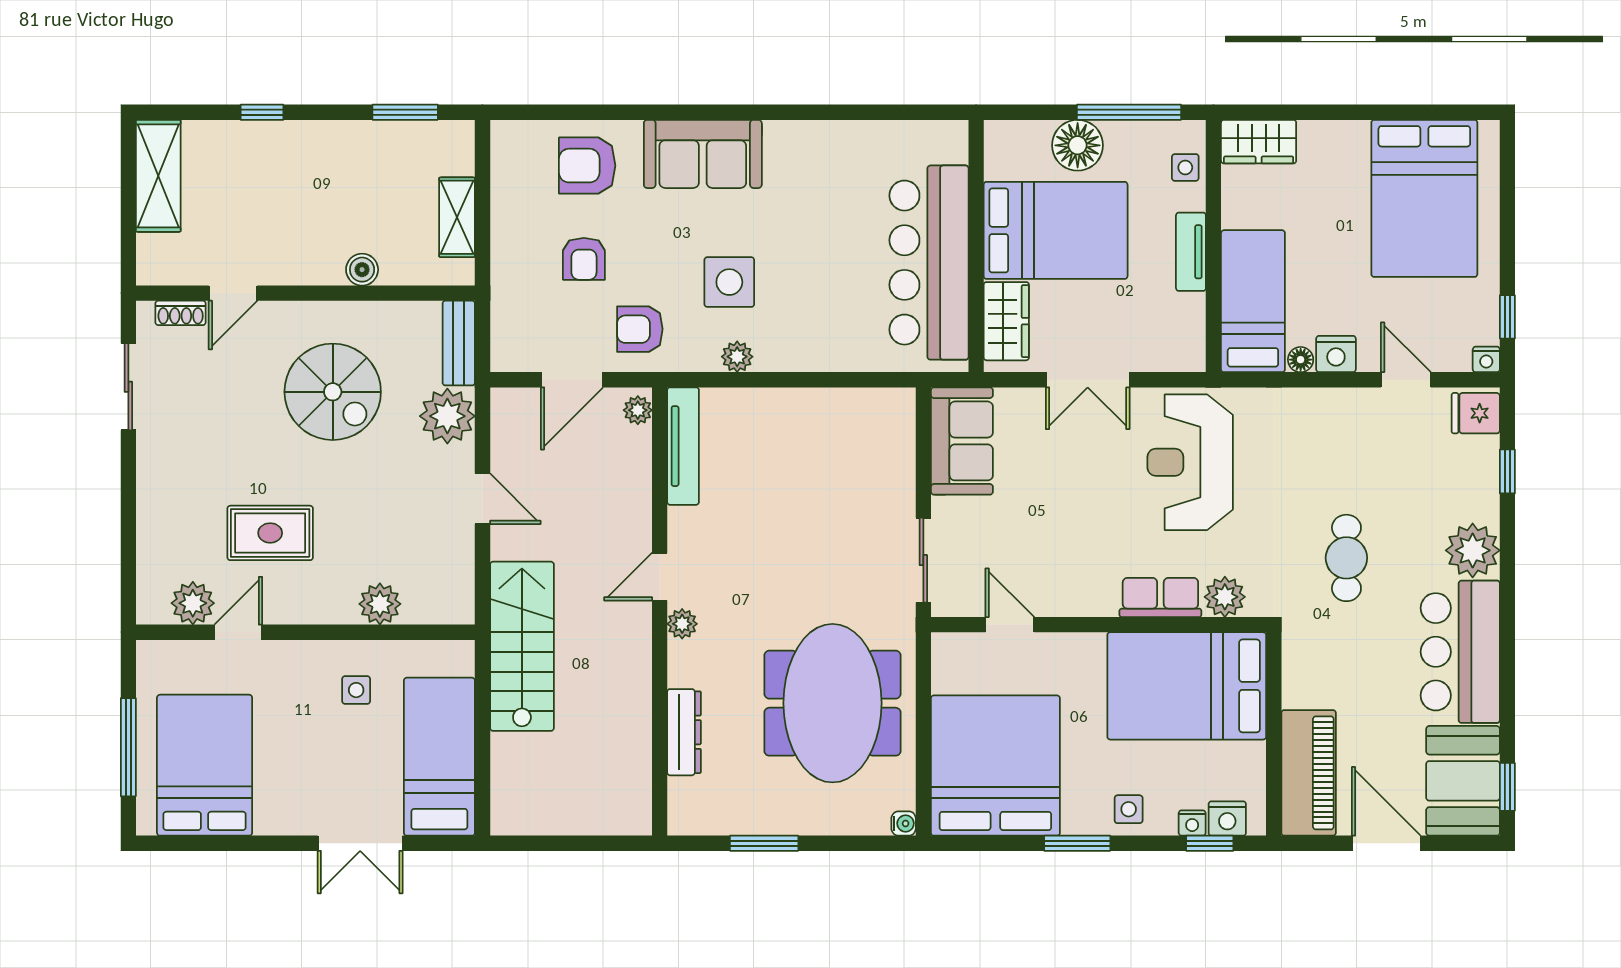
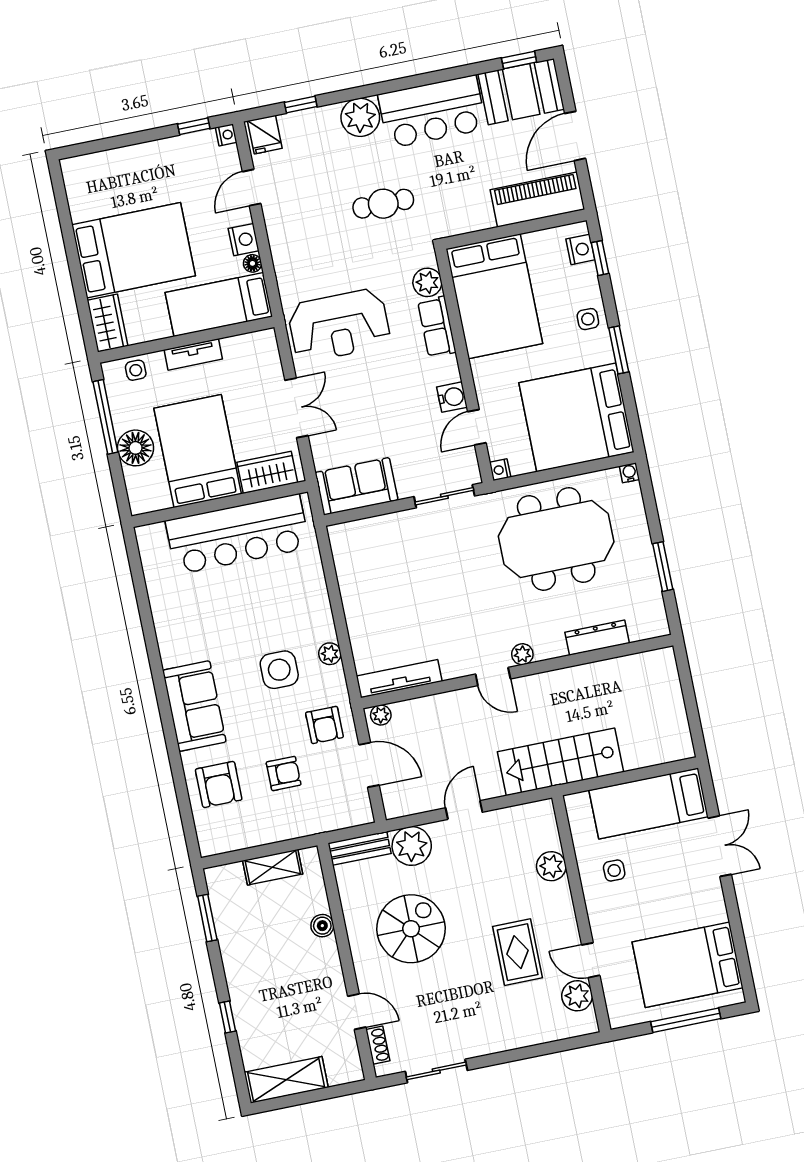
bed: (1424, 198) -> (134, 250), moved
water cooler: (1059, 599) -> (452, 397), added
nightstand: (1192, 823) -> (500, 470), moved, turned 180

